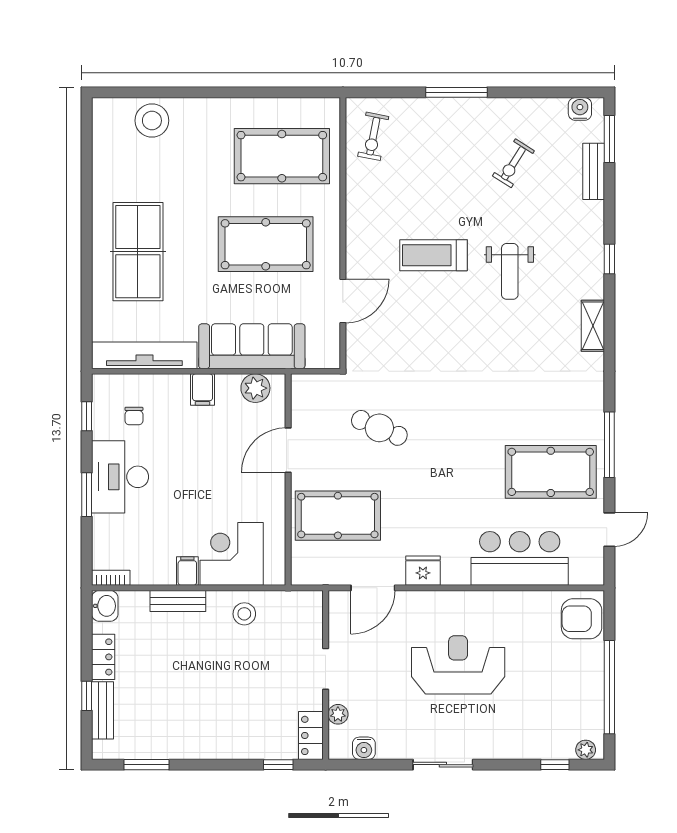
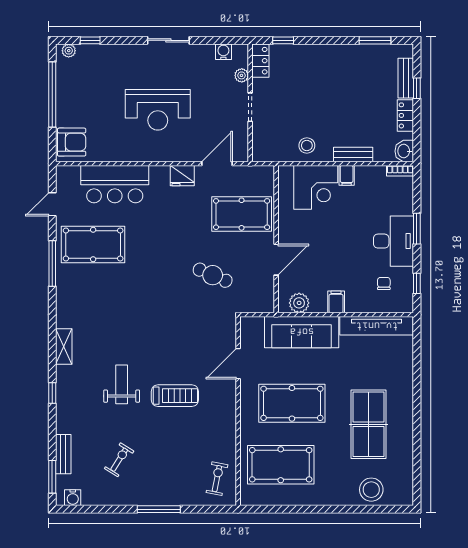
table tennis table: (138, 252) -> (368, 424), moved

